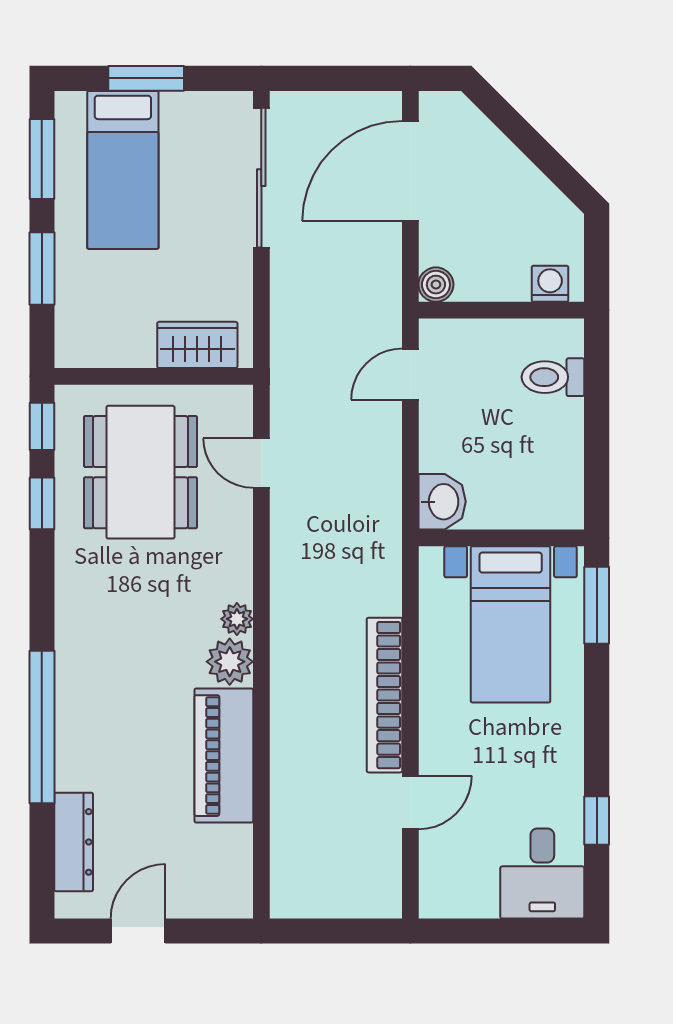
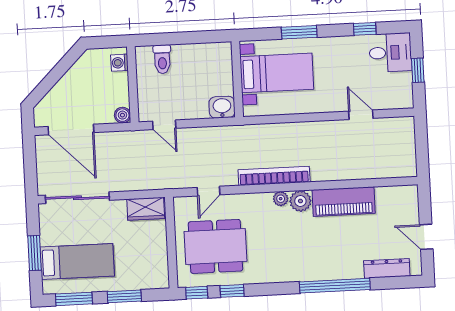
wardrobe: (197, 345) -> (146, 209), moved, turned -90
window: (597, 605) -> (299, 32), moved
bookcase: (384, 695) -> (274, 176), moved, turned 180
window: (501, 931) -> (418, 70), added

